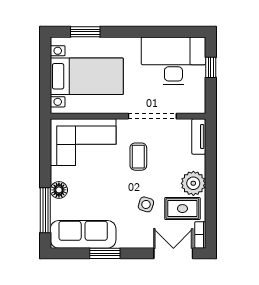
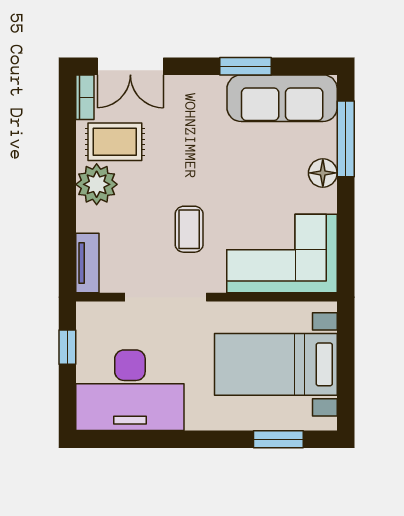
window: (211, 67) -> (67, 347), moved
side table: (146, 204) -> (176, 149), removed

